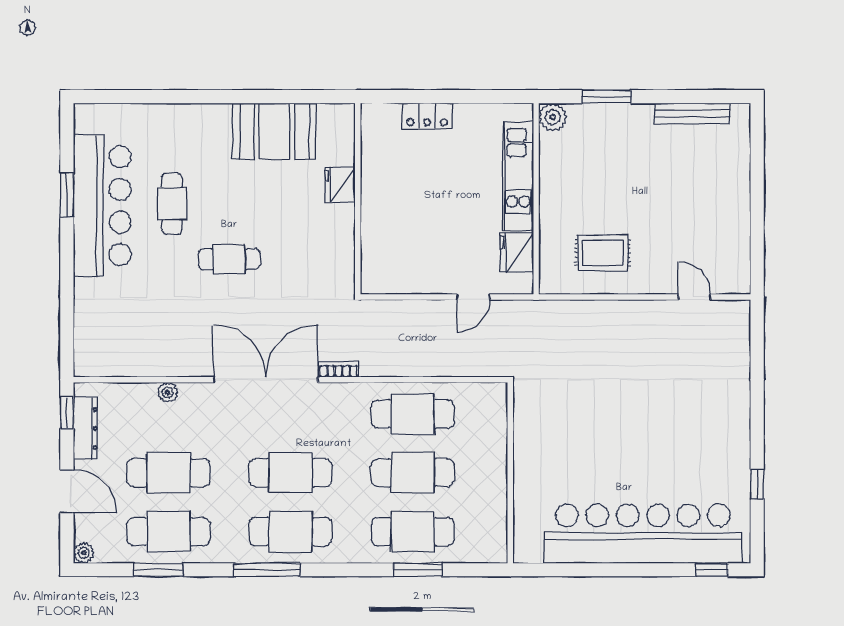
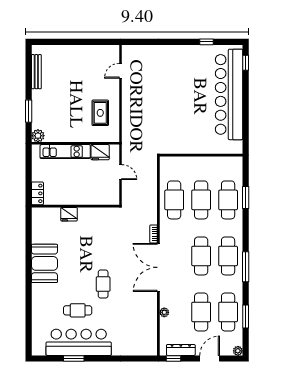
fridge: (340, 185) -> (69, 214), moved
wall: (358, 199) -> (75, 206), moved

